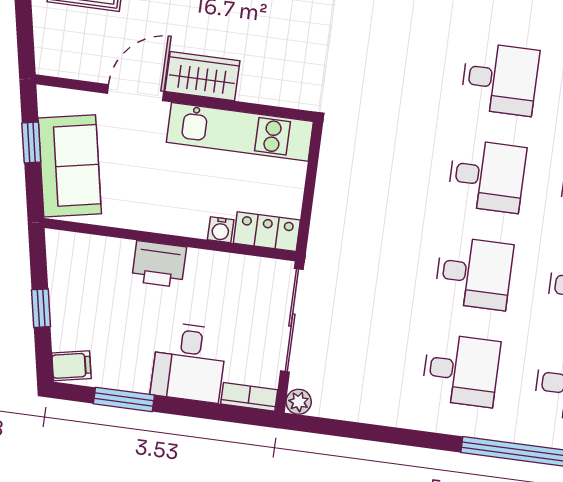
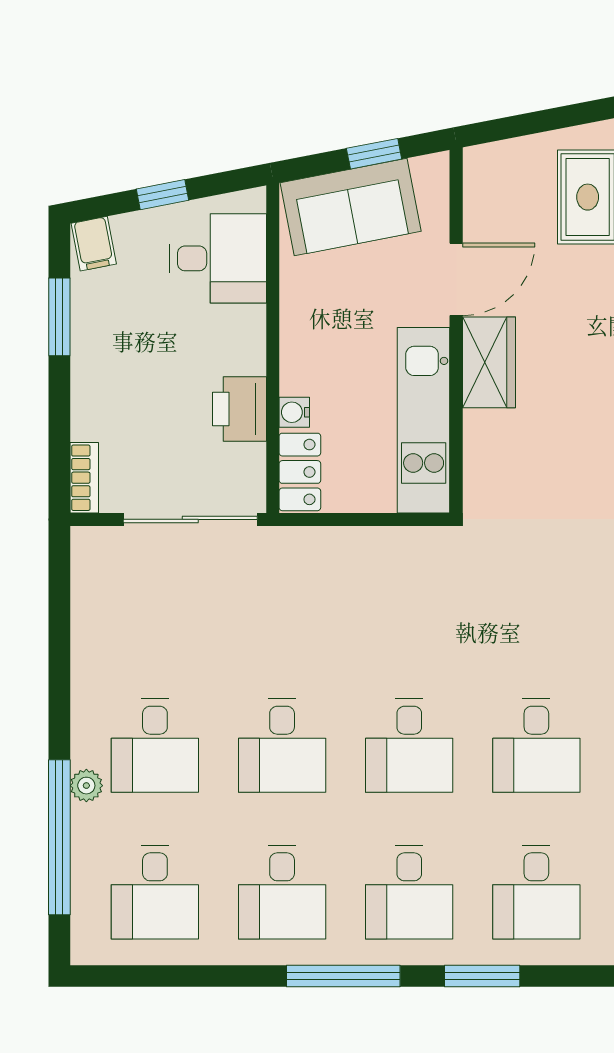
door: (136, 93) -> (456, 279), hinge flipped
printer: (159, 264) -> (239, 409), moved
desk: (189, 362) -> (218, 258), moved, turned 180
plant: (299, 402) -> (86, 786), moved

